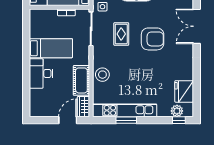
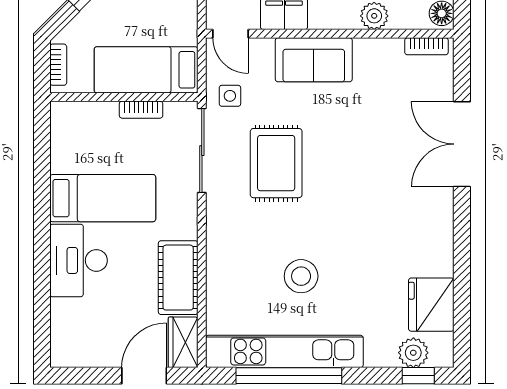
rug: (121, 34) -> (276, 163), width x1.36, depth x1.43
armchair: (153, 39) -> (353, 175), removed
stool: (102, 75) -> (301, 276), moved
window: (126, 120) -> (289, 376), width x2.11

